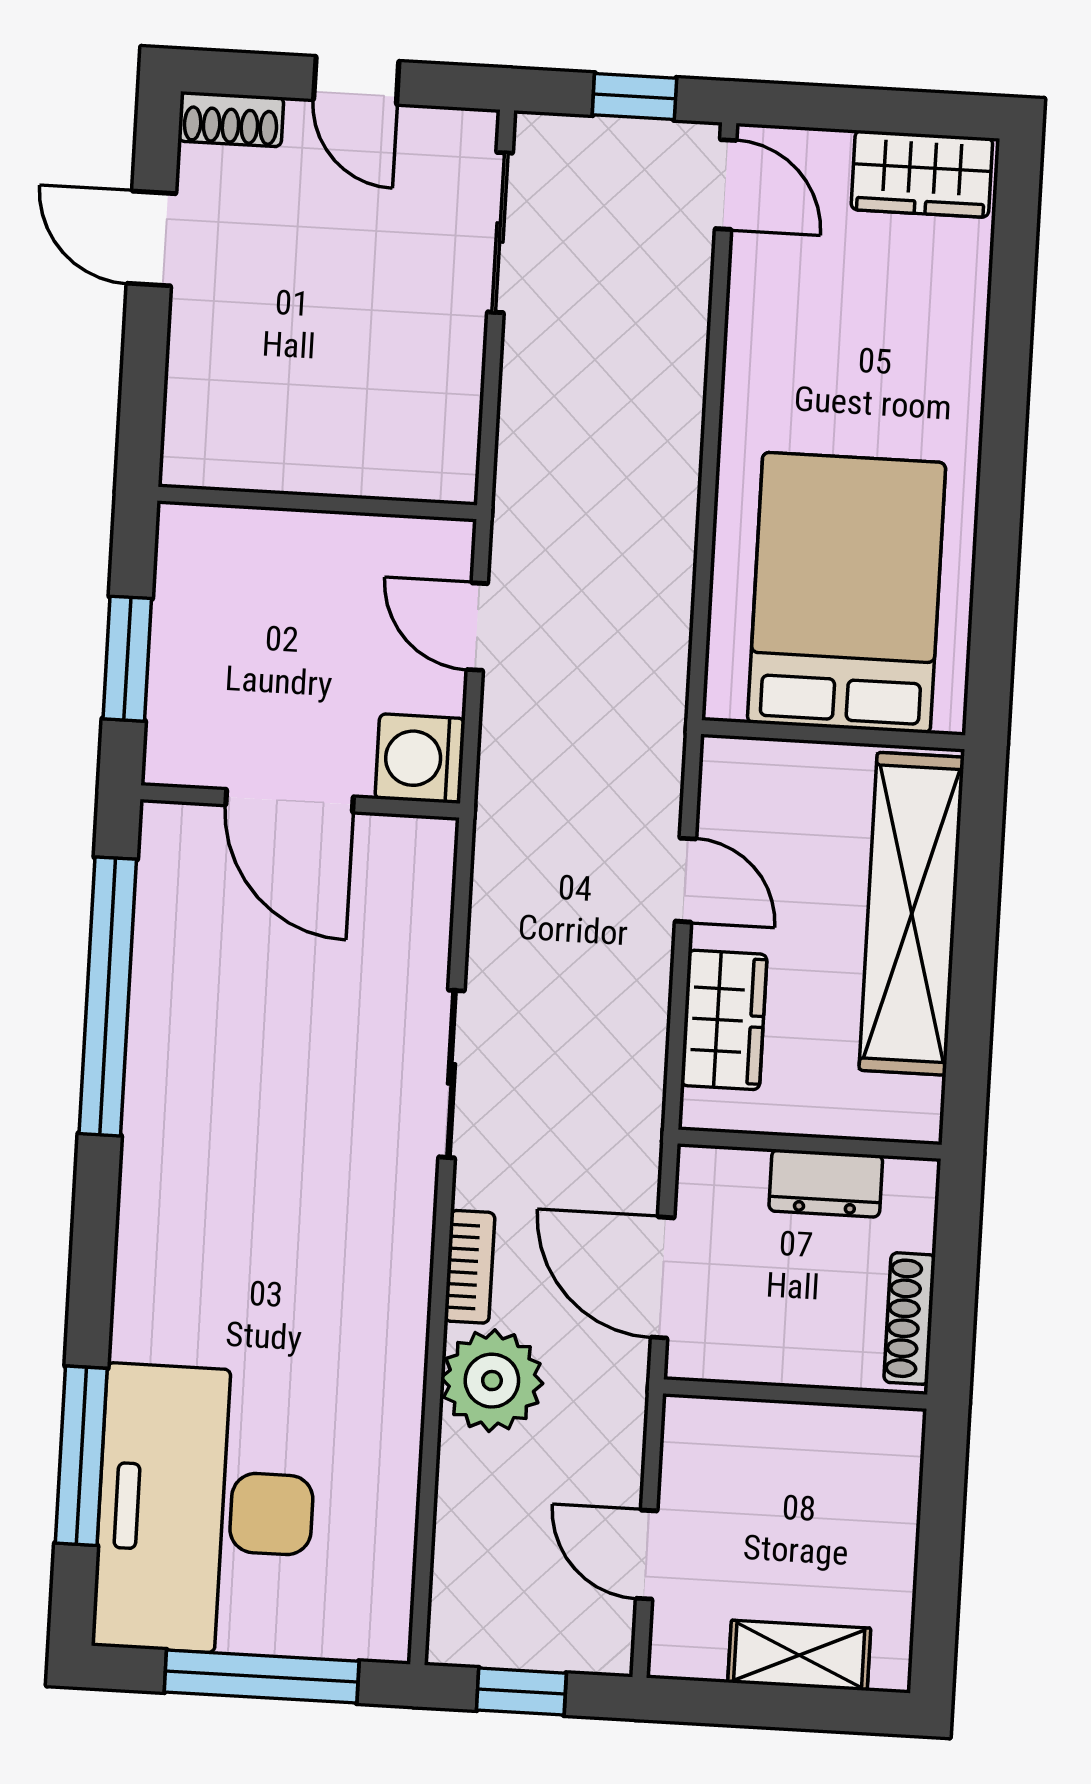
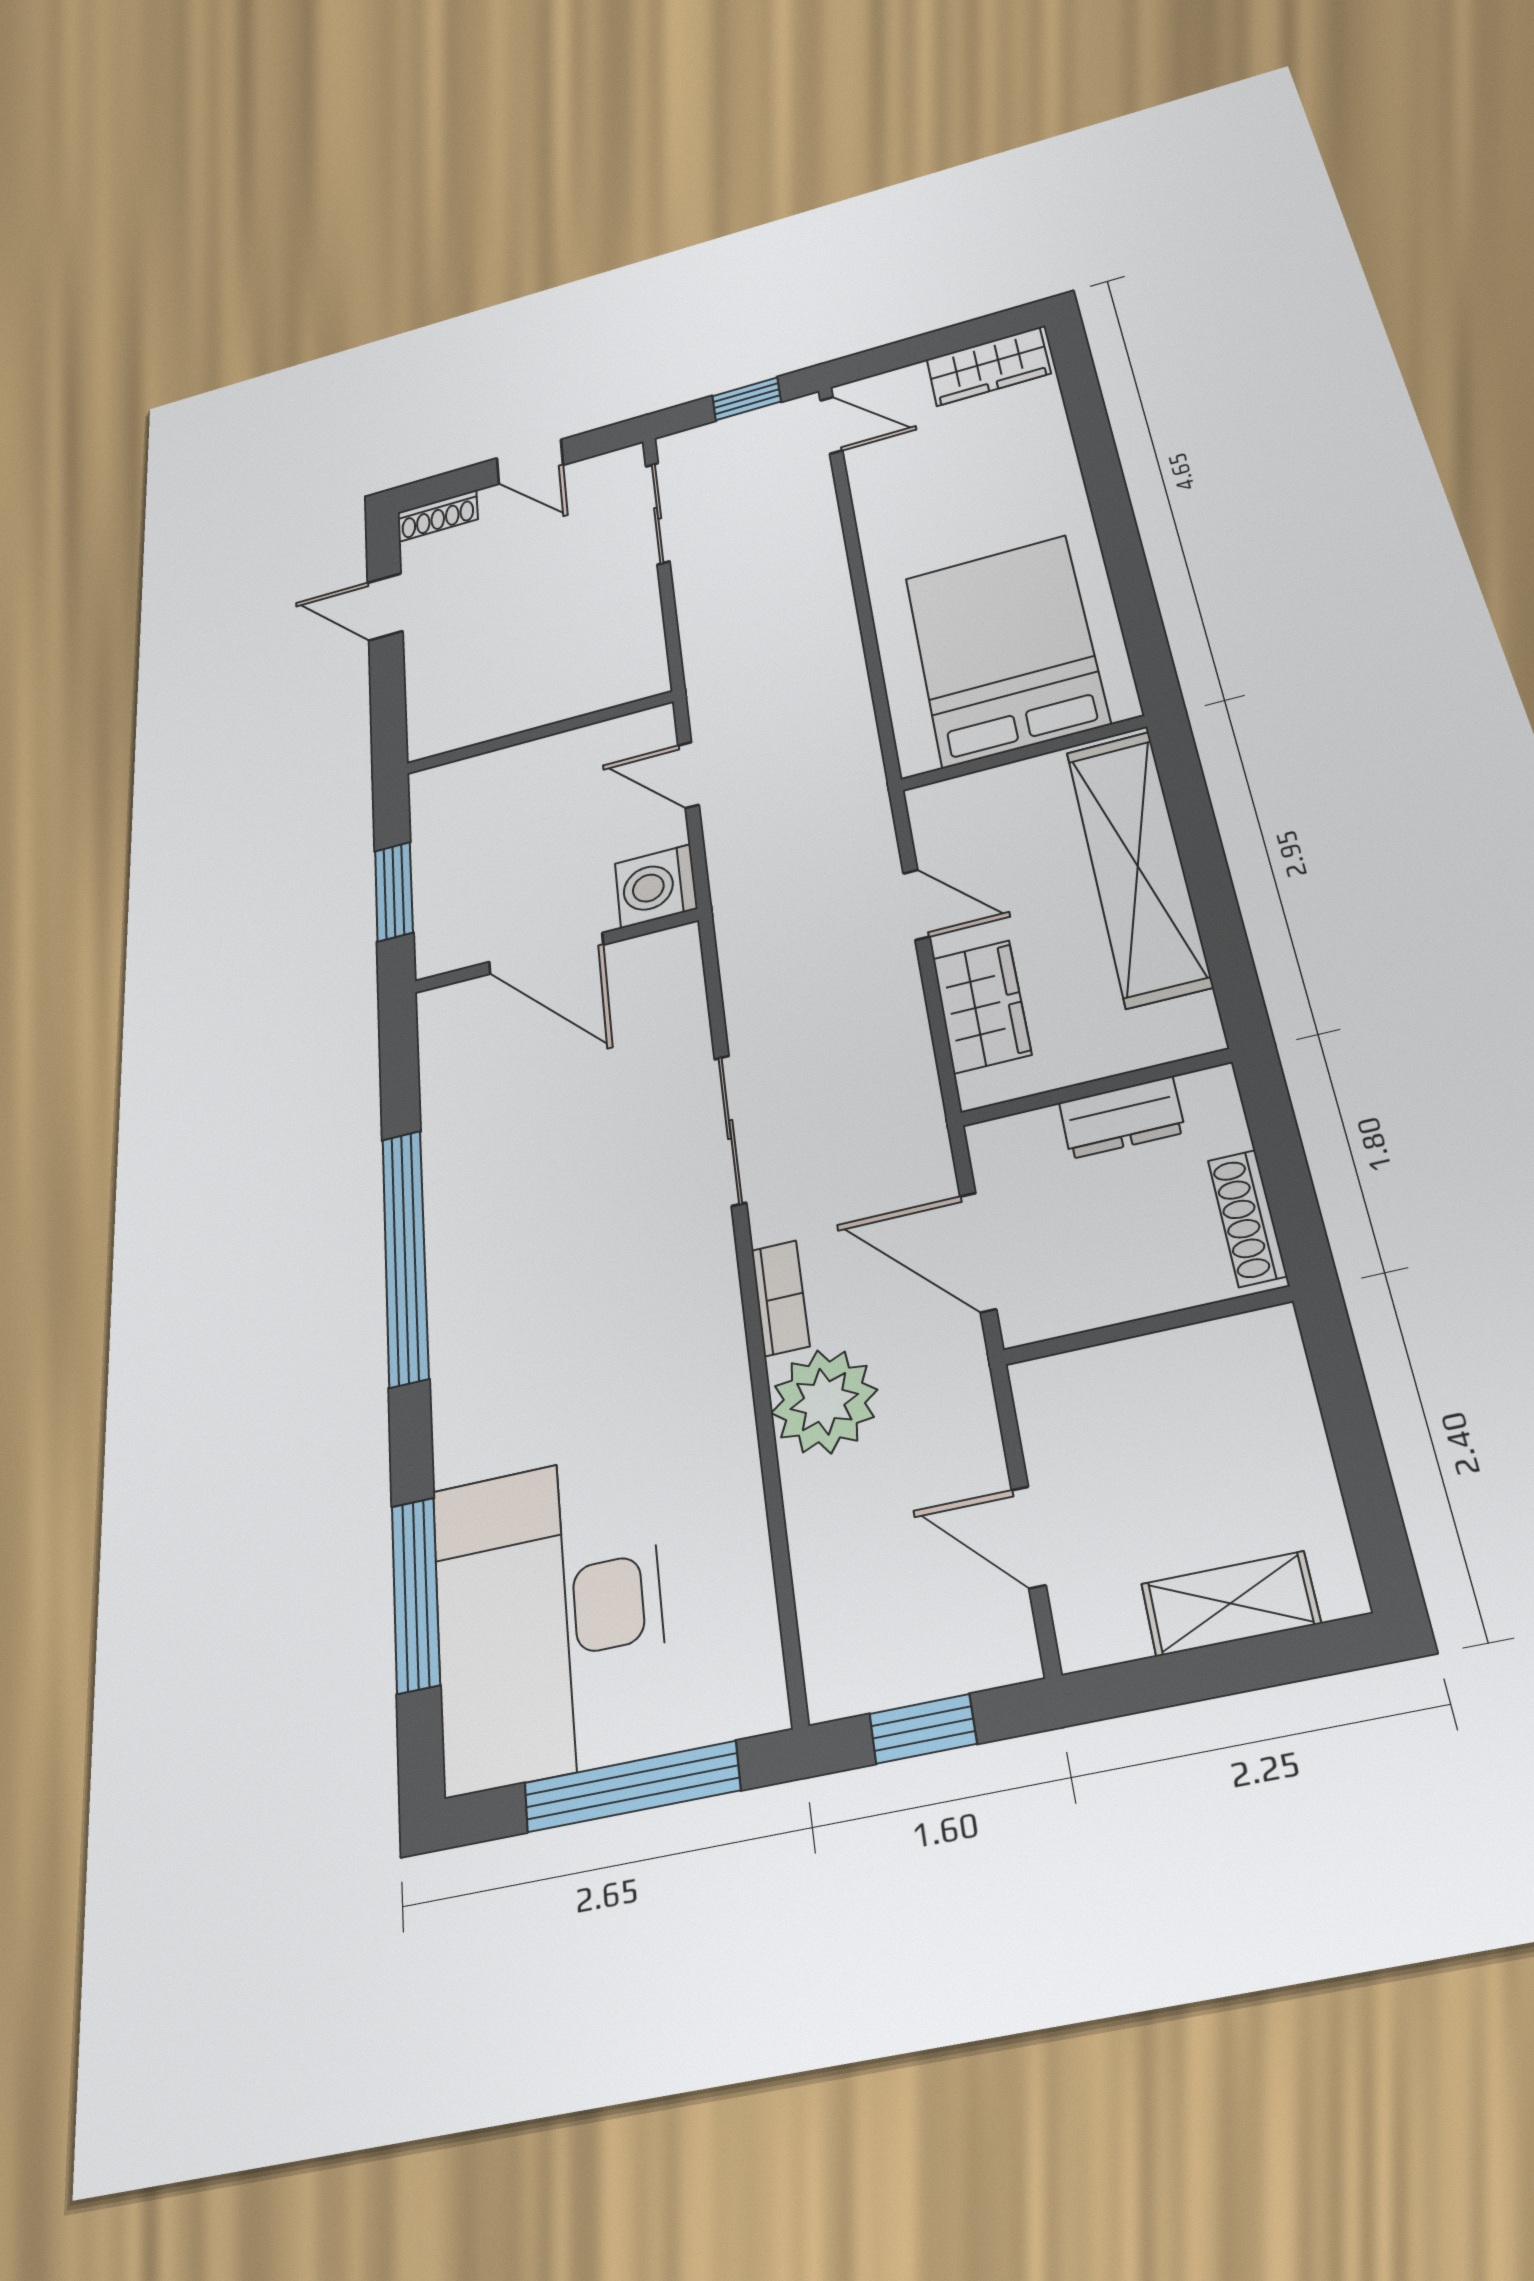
window: (108, 996) -> (405, 1256), moved

